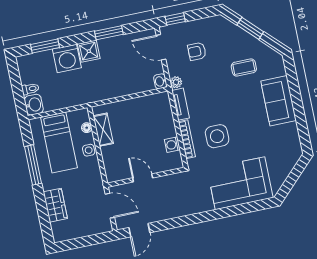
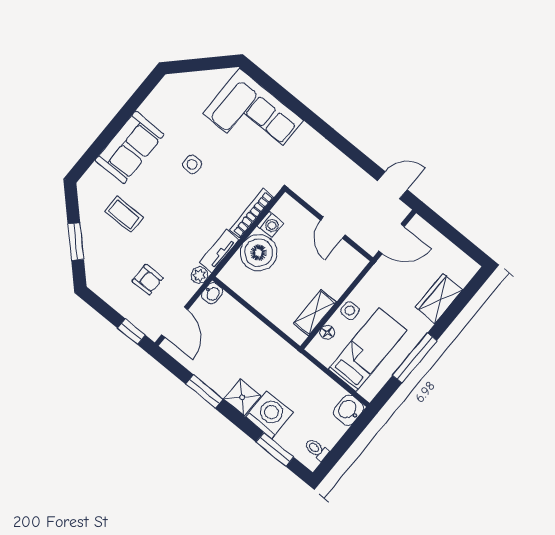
toilet: (30, 89) -> (316, 450), moved
boiler: (162, 125) -> (259, 253), added
side table: (217, 136) -> (192, 164), moved, width x0.54, depth x0.54
door: (110, 206) -> (392, 239), swing flipped

